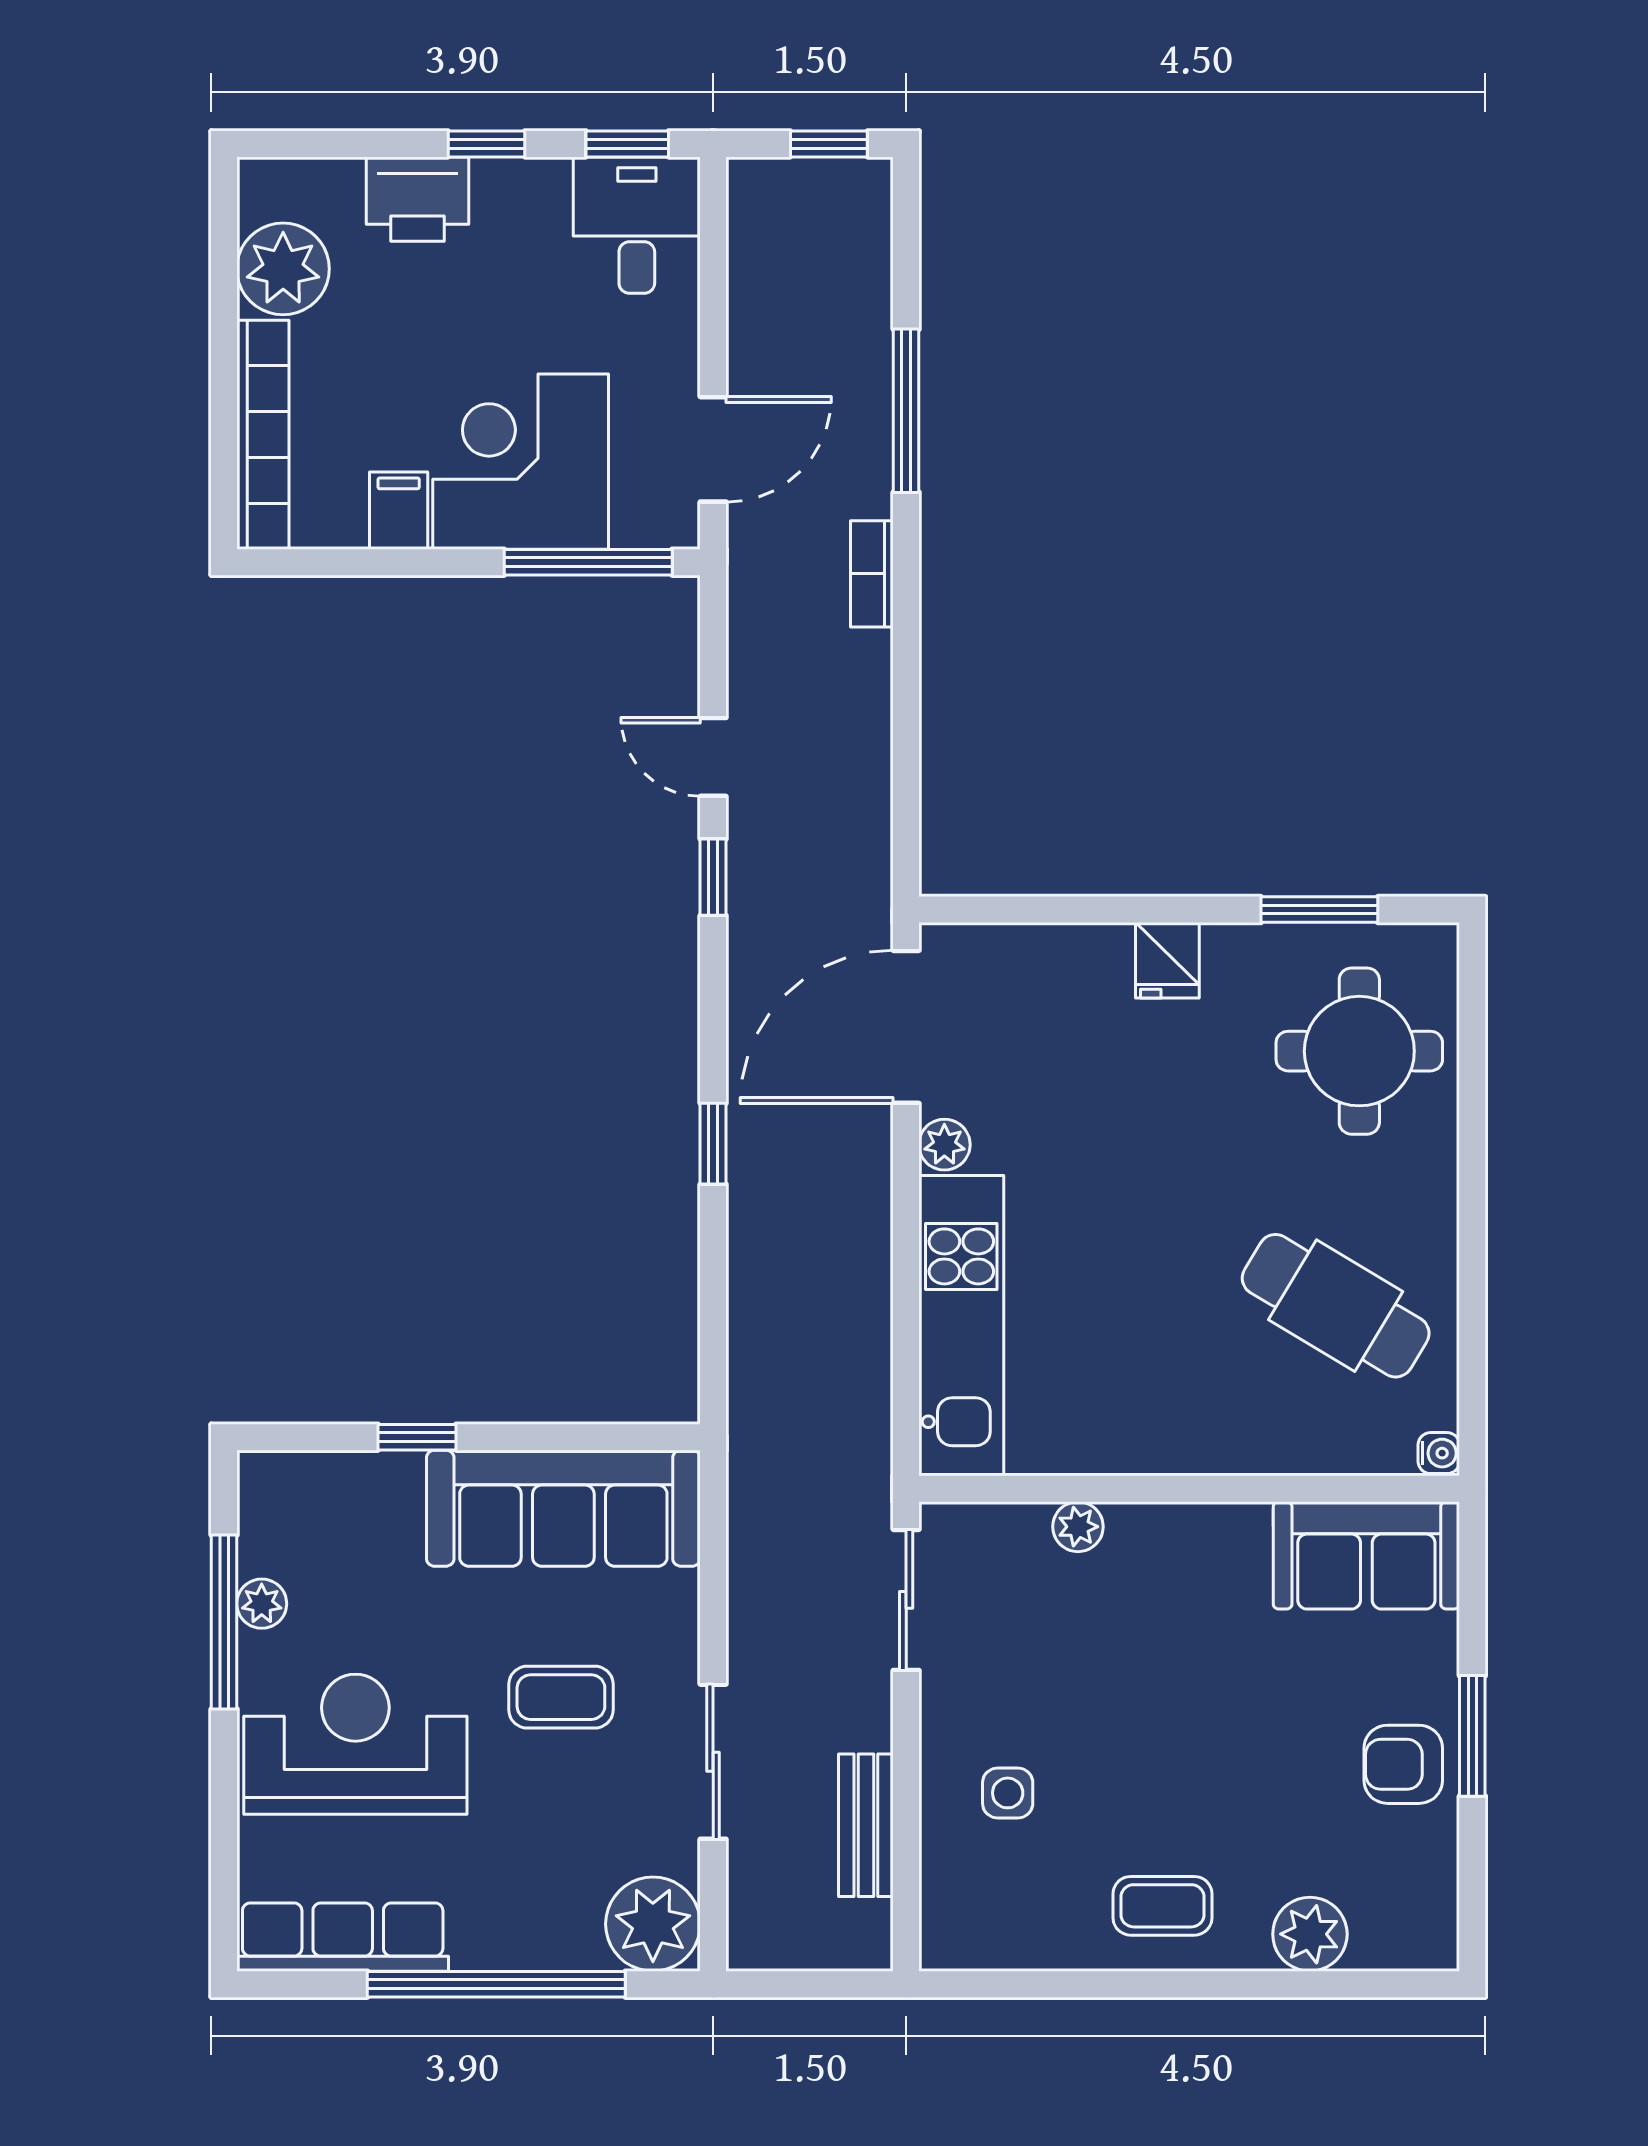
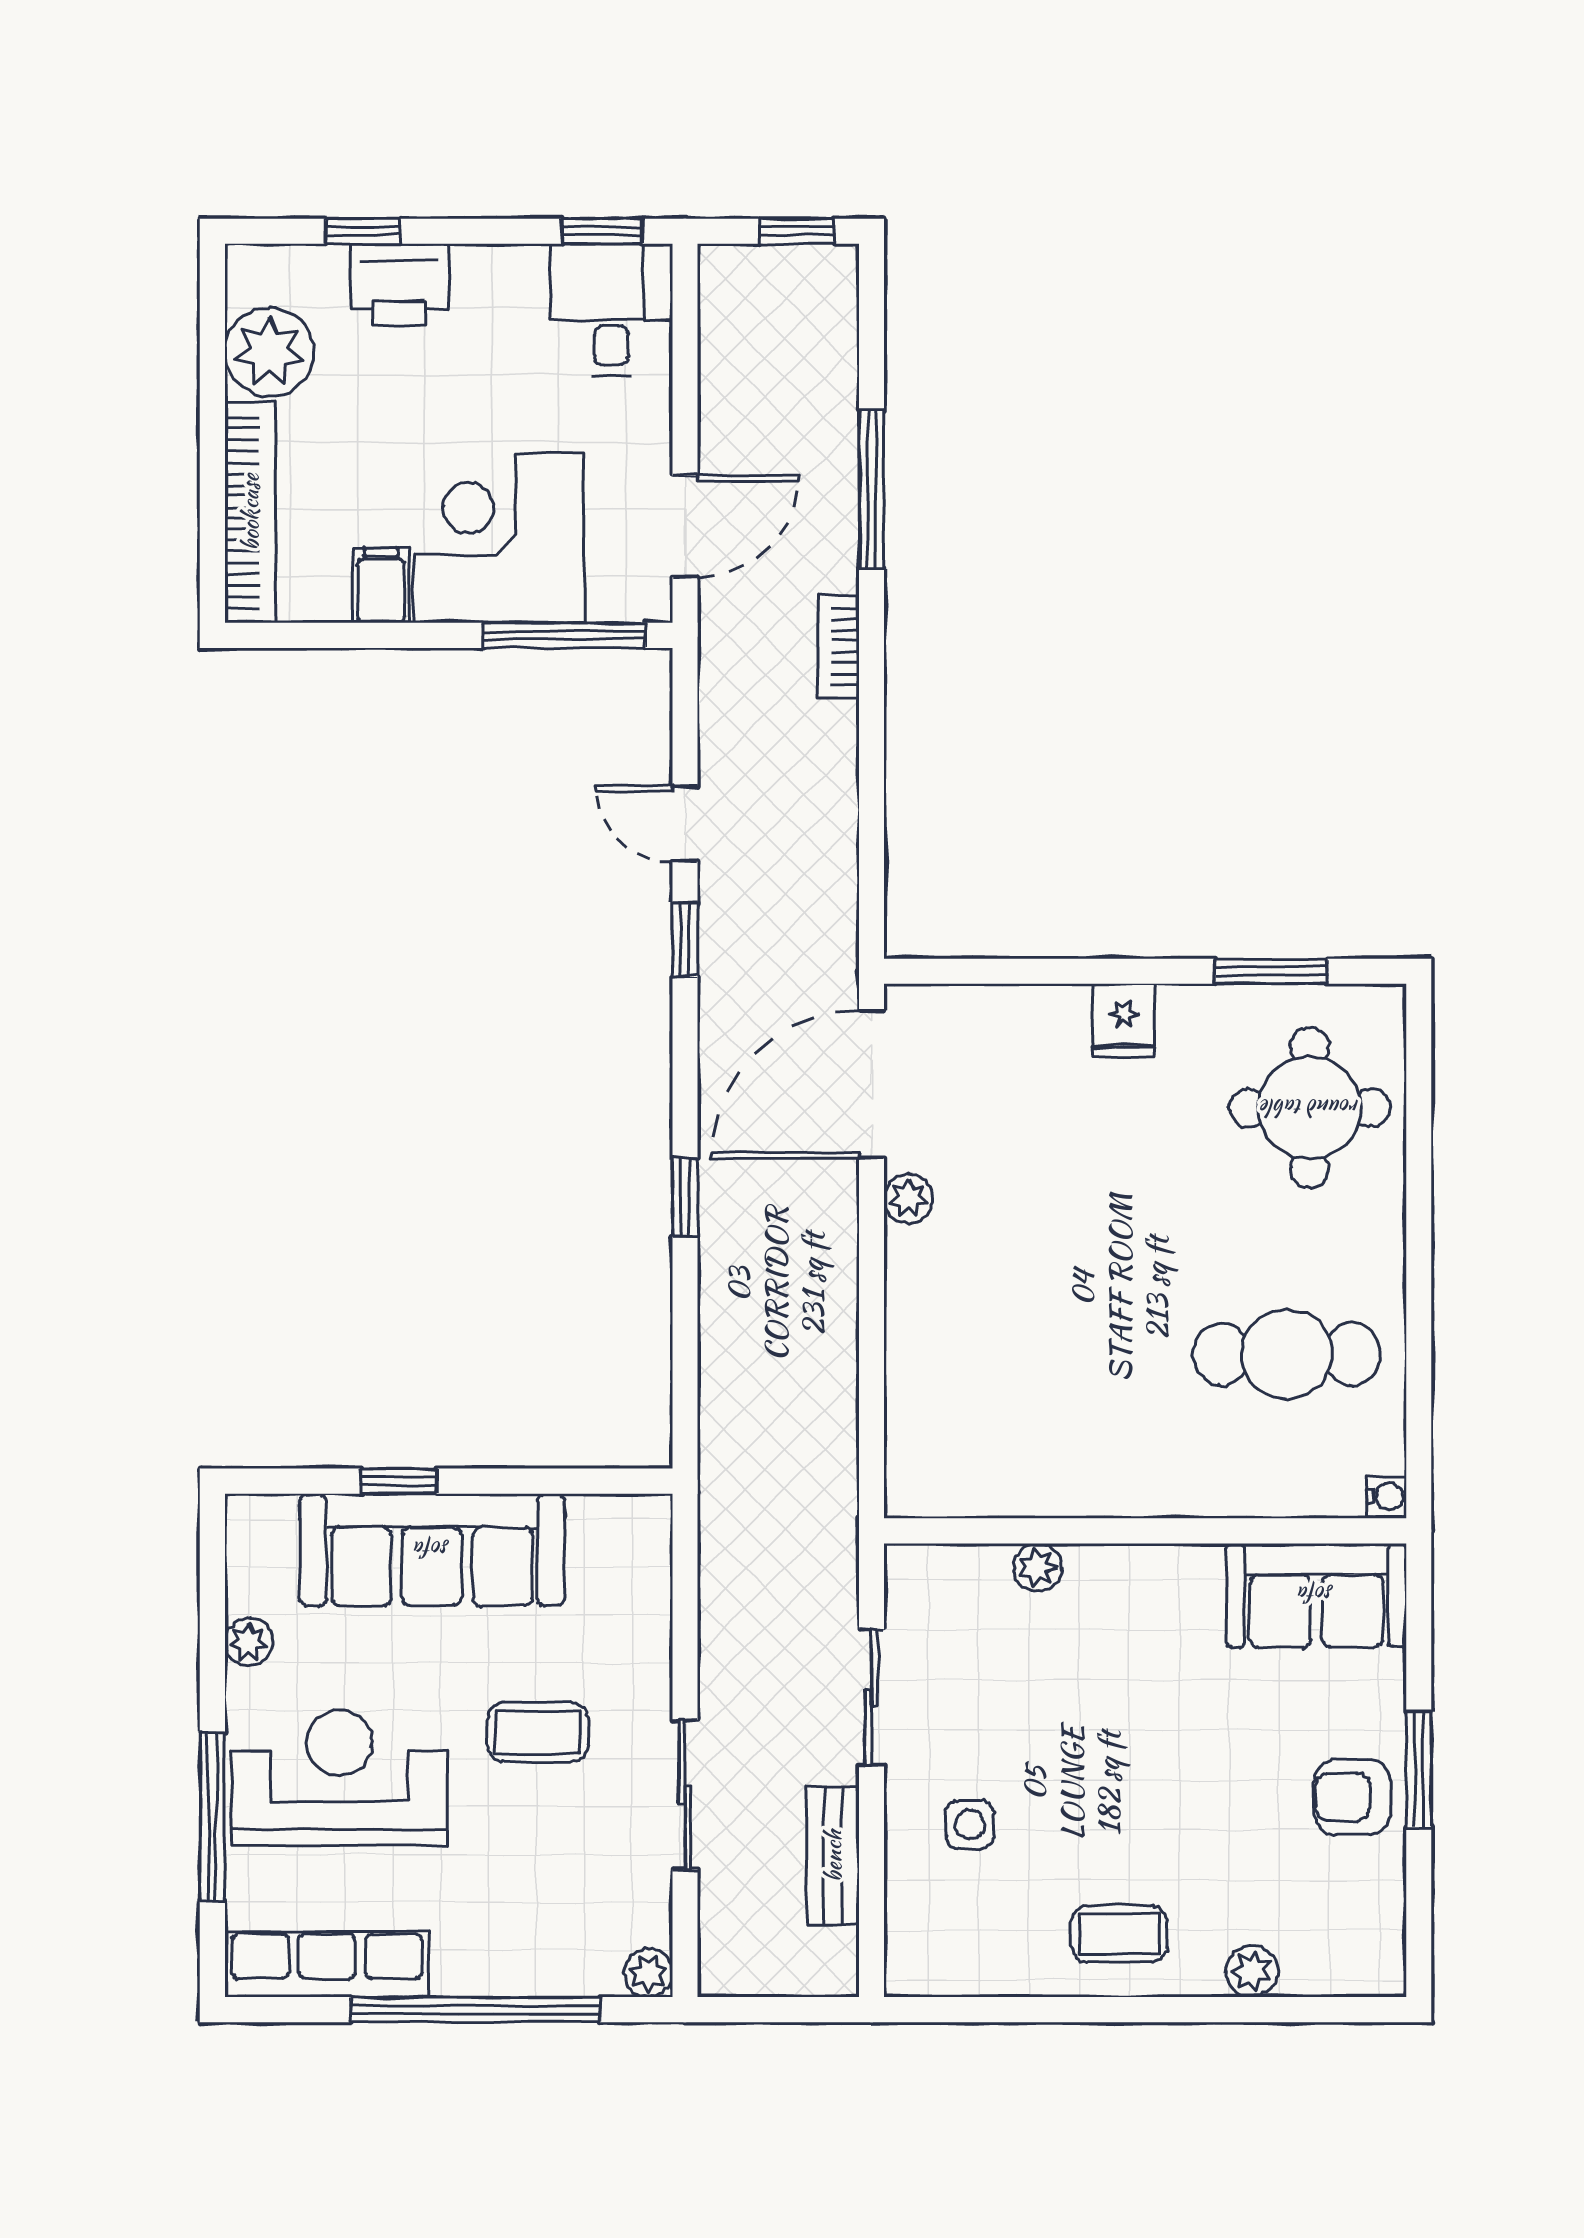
window: (486, 144) -> (363, 231), moved
cafe table: (1336, 1306) -> (1287, 1354), turned -31
kitchen unit: (961, 1326) -> (925, 1373), removed
sofa: (563, 1508) -> (432, 1550), moved
sliding door: (906, 1600) -> (872, 1697), moved
window: (224, 1622) -> (212, 1817), moved
plant: (653, 1924) -> (648, 1973), width x0.53, depth x0.53
plant: (1310, 1934) -> (1252, 1971), width x0.73, depth x0.73

